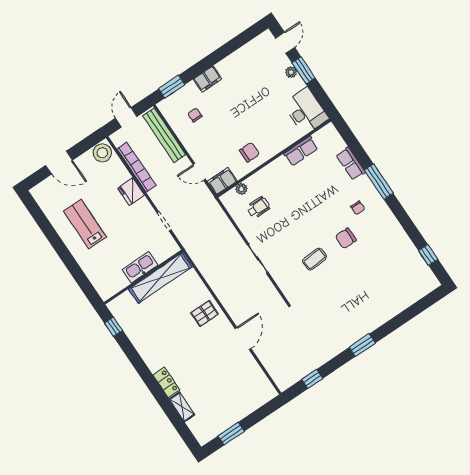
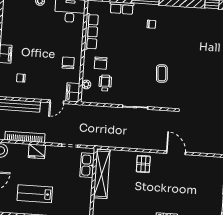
row of seats: (301, 151) -> (91, 32), width x1.48
chair: (346, 238) -> (101, 63), moved
kitchen sink: (140, 267) -> (87, 165), moved

